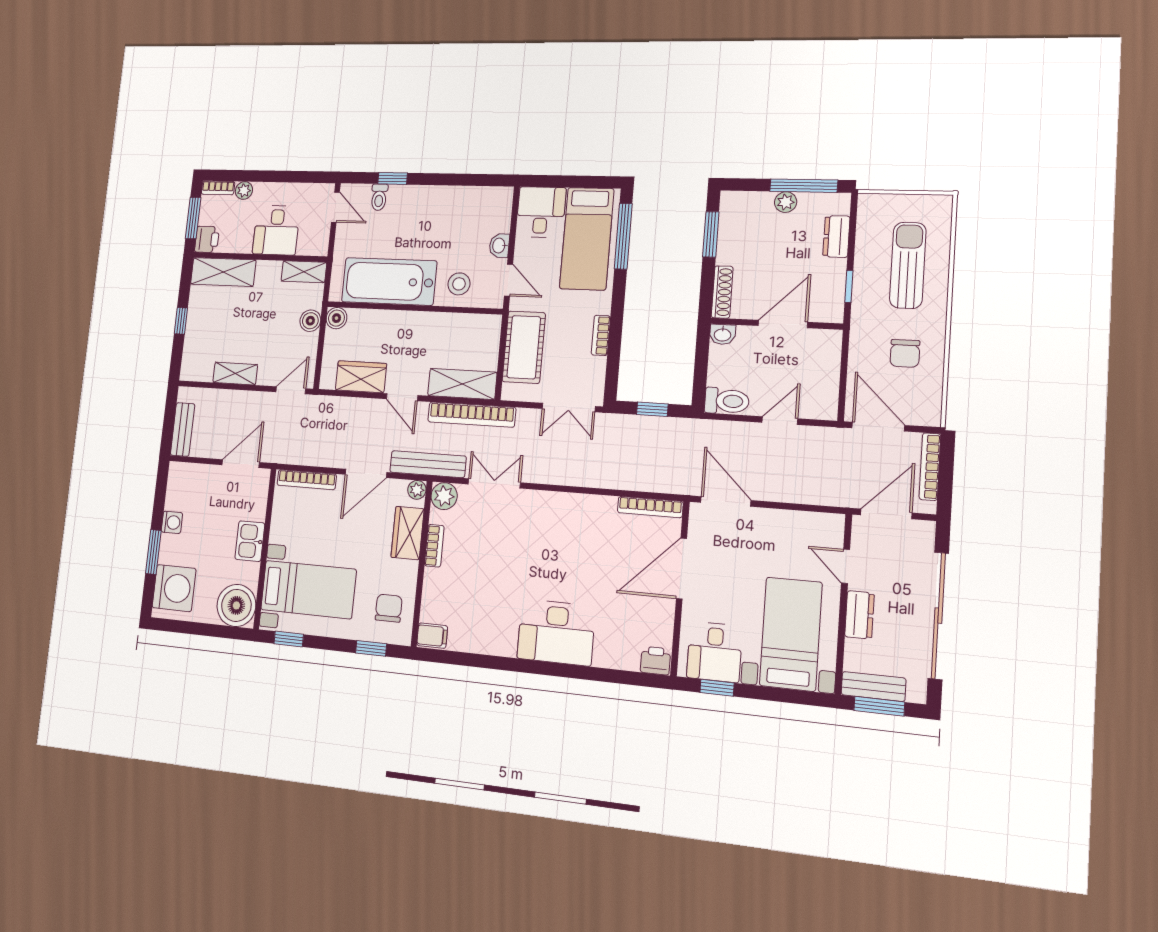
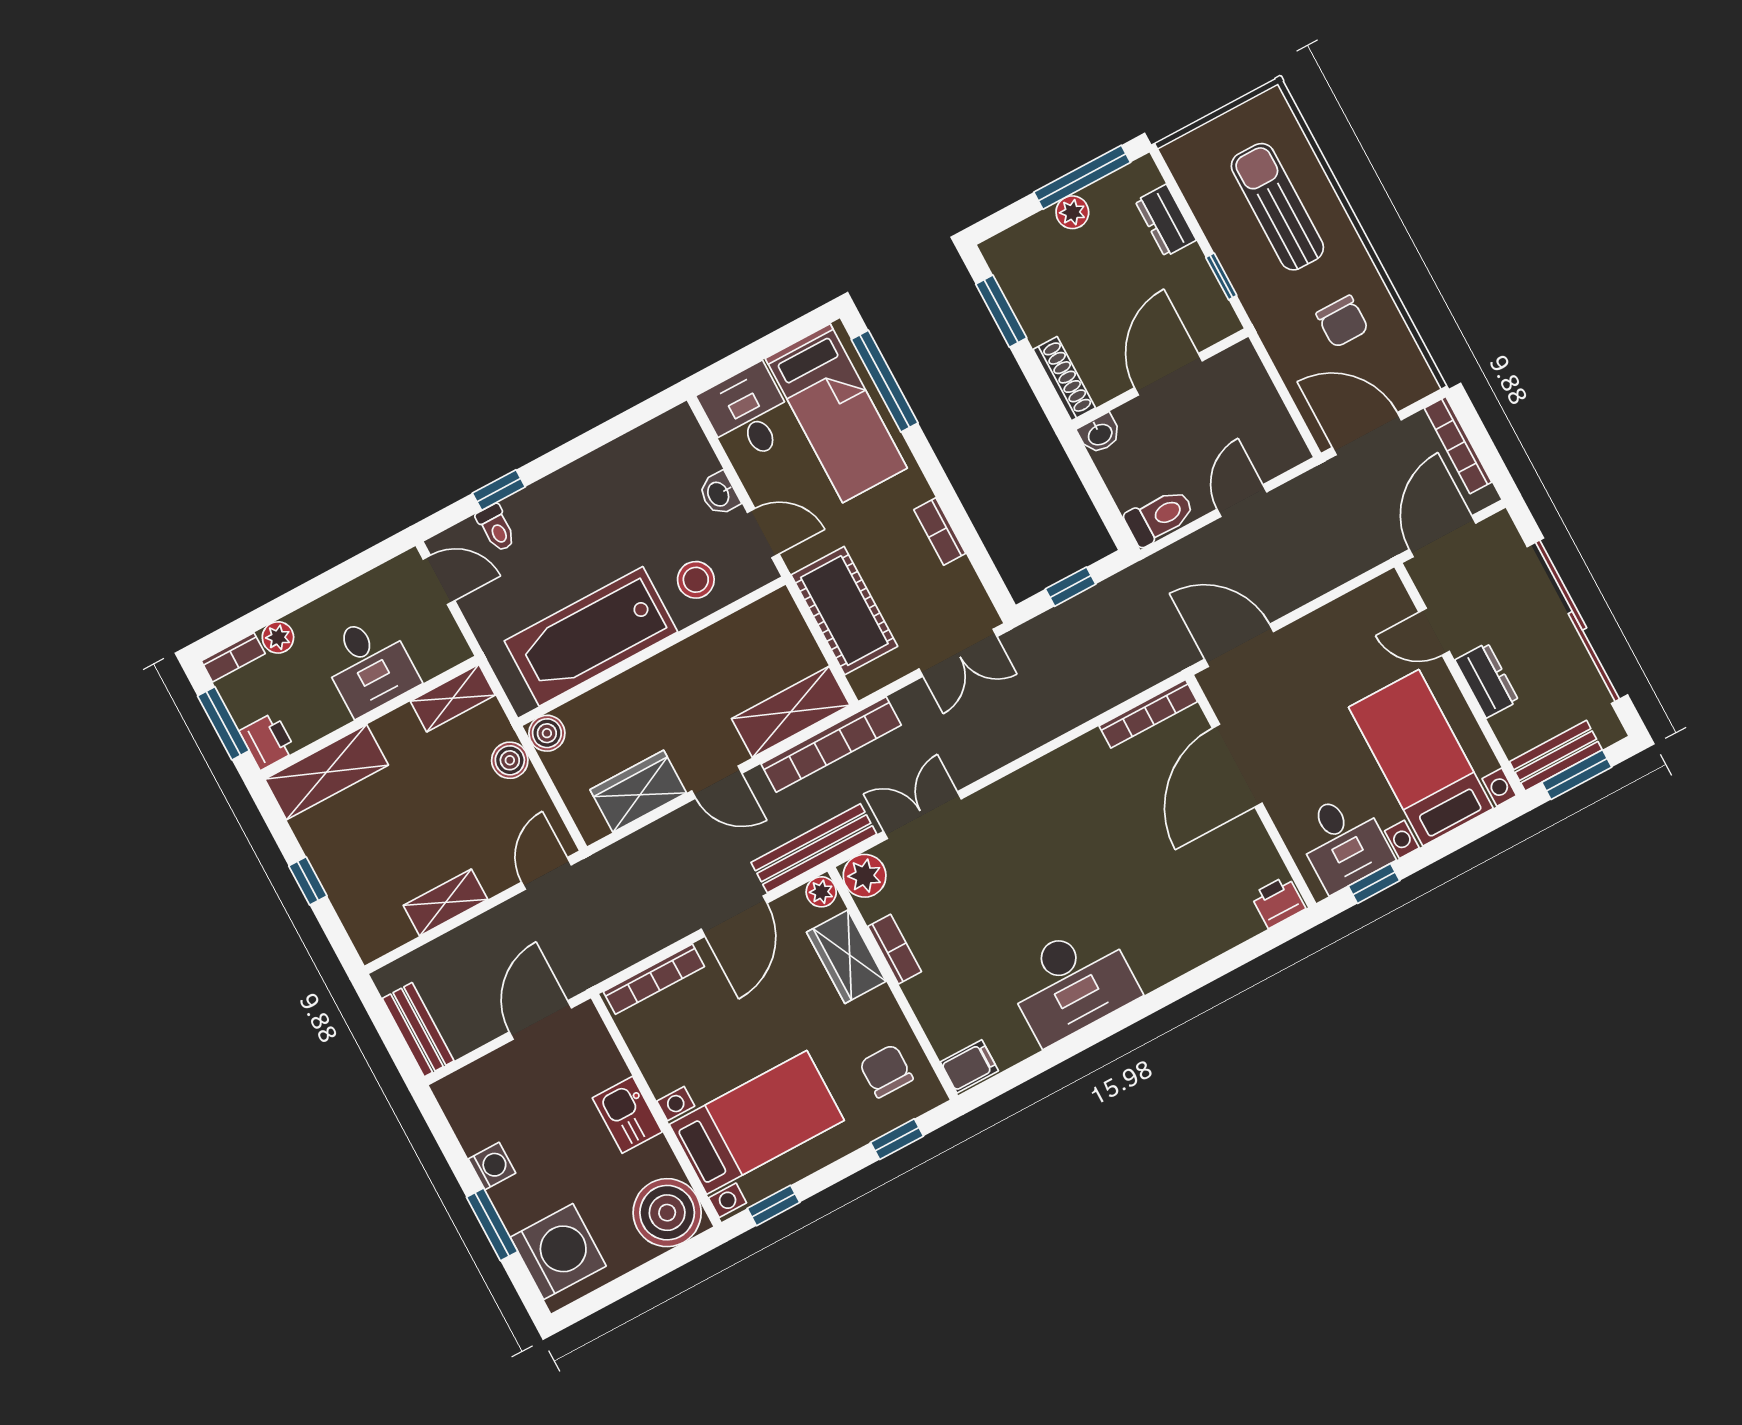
desk: (556, 632) -> (1072, 983), moved

